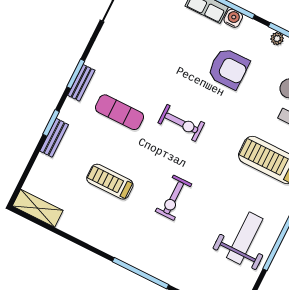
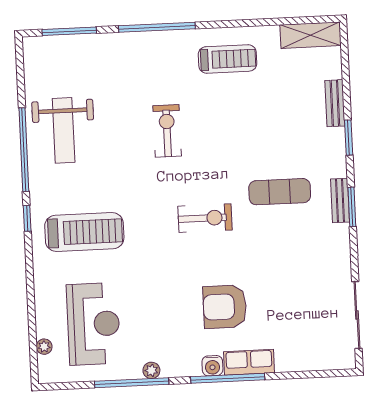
armchair: (228, 68) -> (225, 307), moved
exercise bike: (181, 123) -> (205, 218), turned 180
bench: (54, 138) -> (335, 103), moved
treadmill: (110, 182) -> (228, 59), moved

